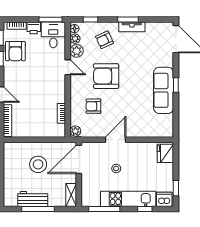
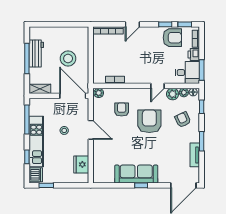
tv unit: (132, 27) -> (195, 155), moved
armchair: (15, 51) -> (172, 38), turned 180
fridge: (165, 153) -> (81, 164), moved, turned -90

